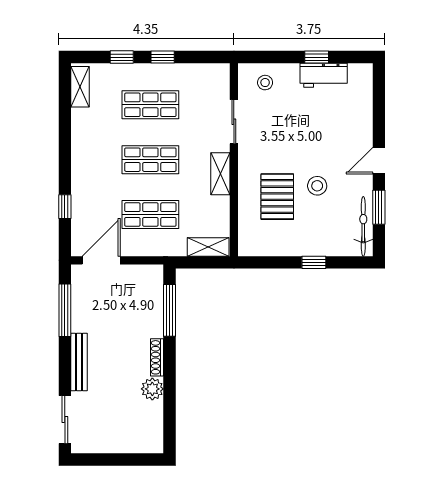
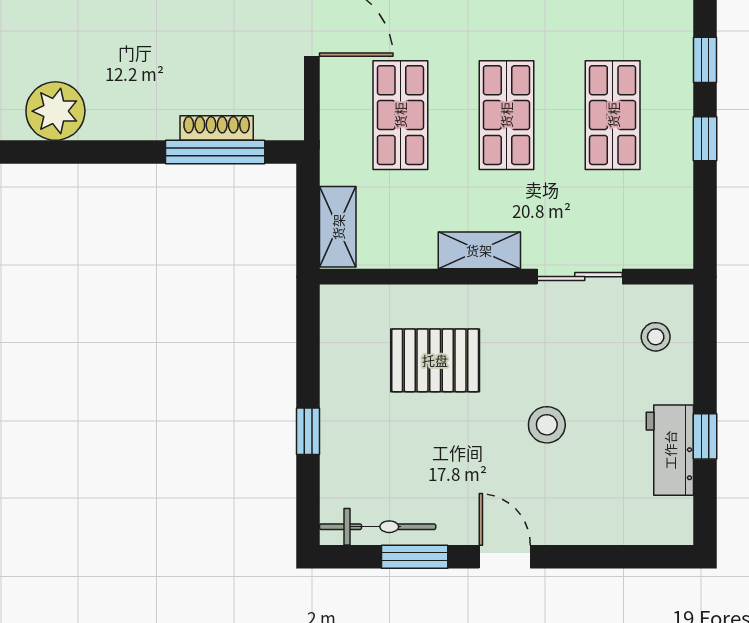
stool: (317, 186) -> (547, 425), moved
shoe rack: (157, 357) -> (217, 128), moved
plant: (152, 389) -> (55, 111), width x1.36, depth x1.36

